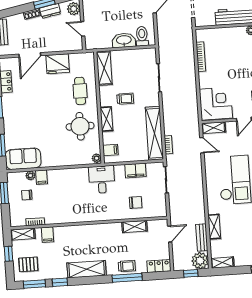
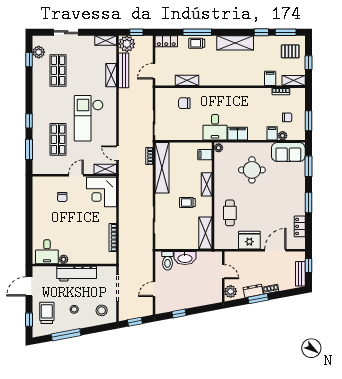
round table: (80, 126) -> (252, 170), moved
filing cabinet: (135, 170) -> (238, 134), moved
bench: (202, 237) -> (124, 70), width x1.36

